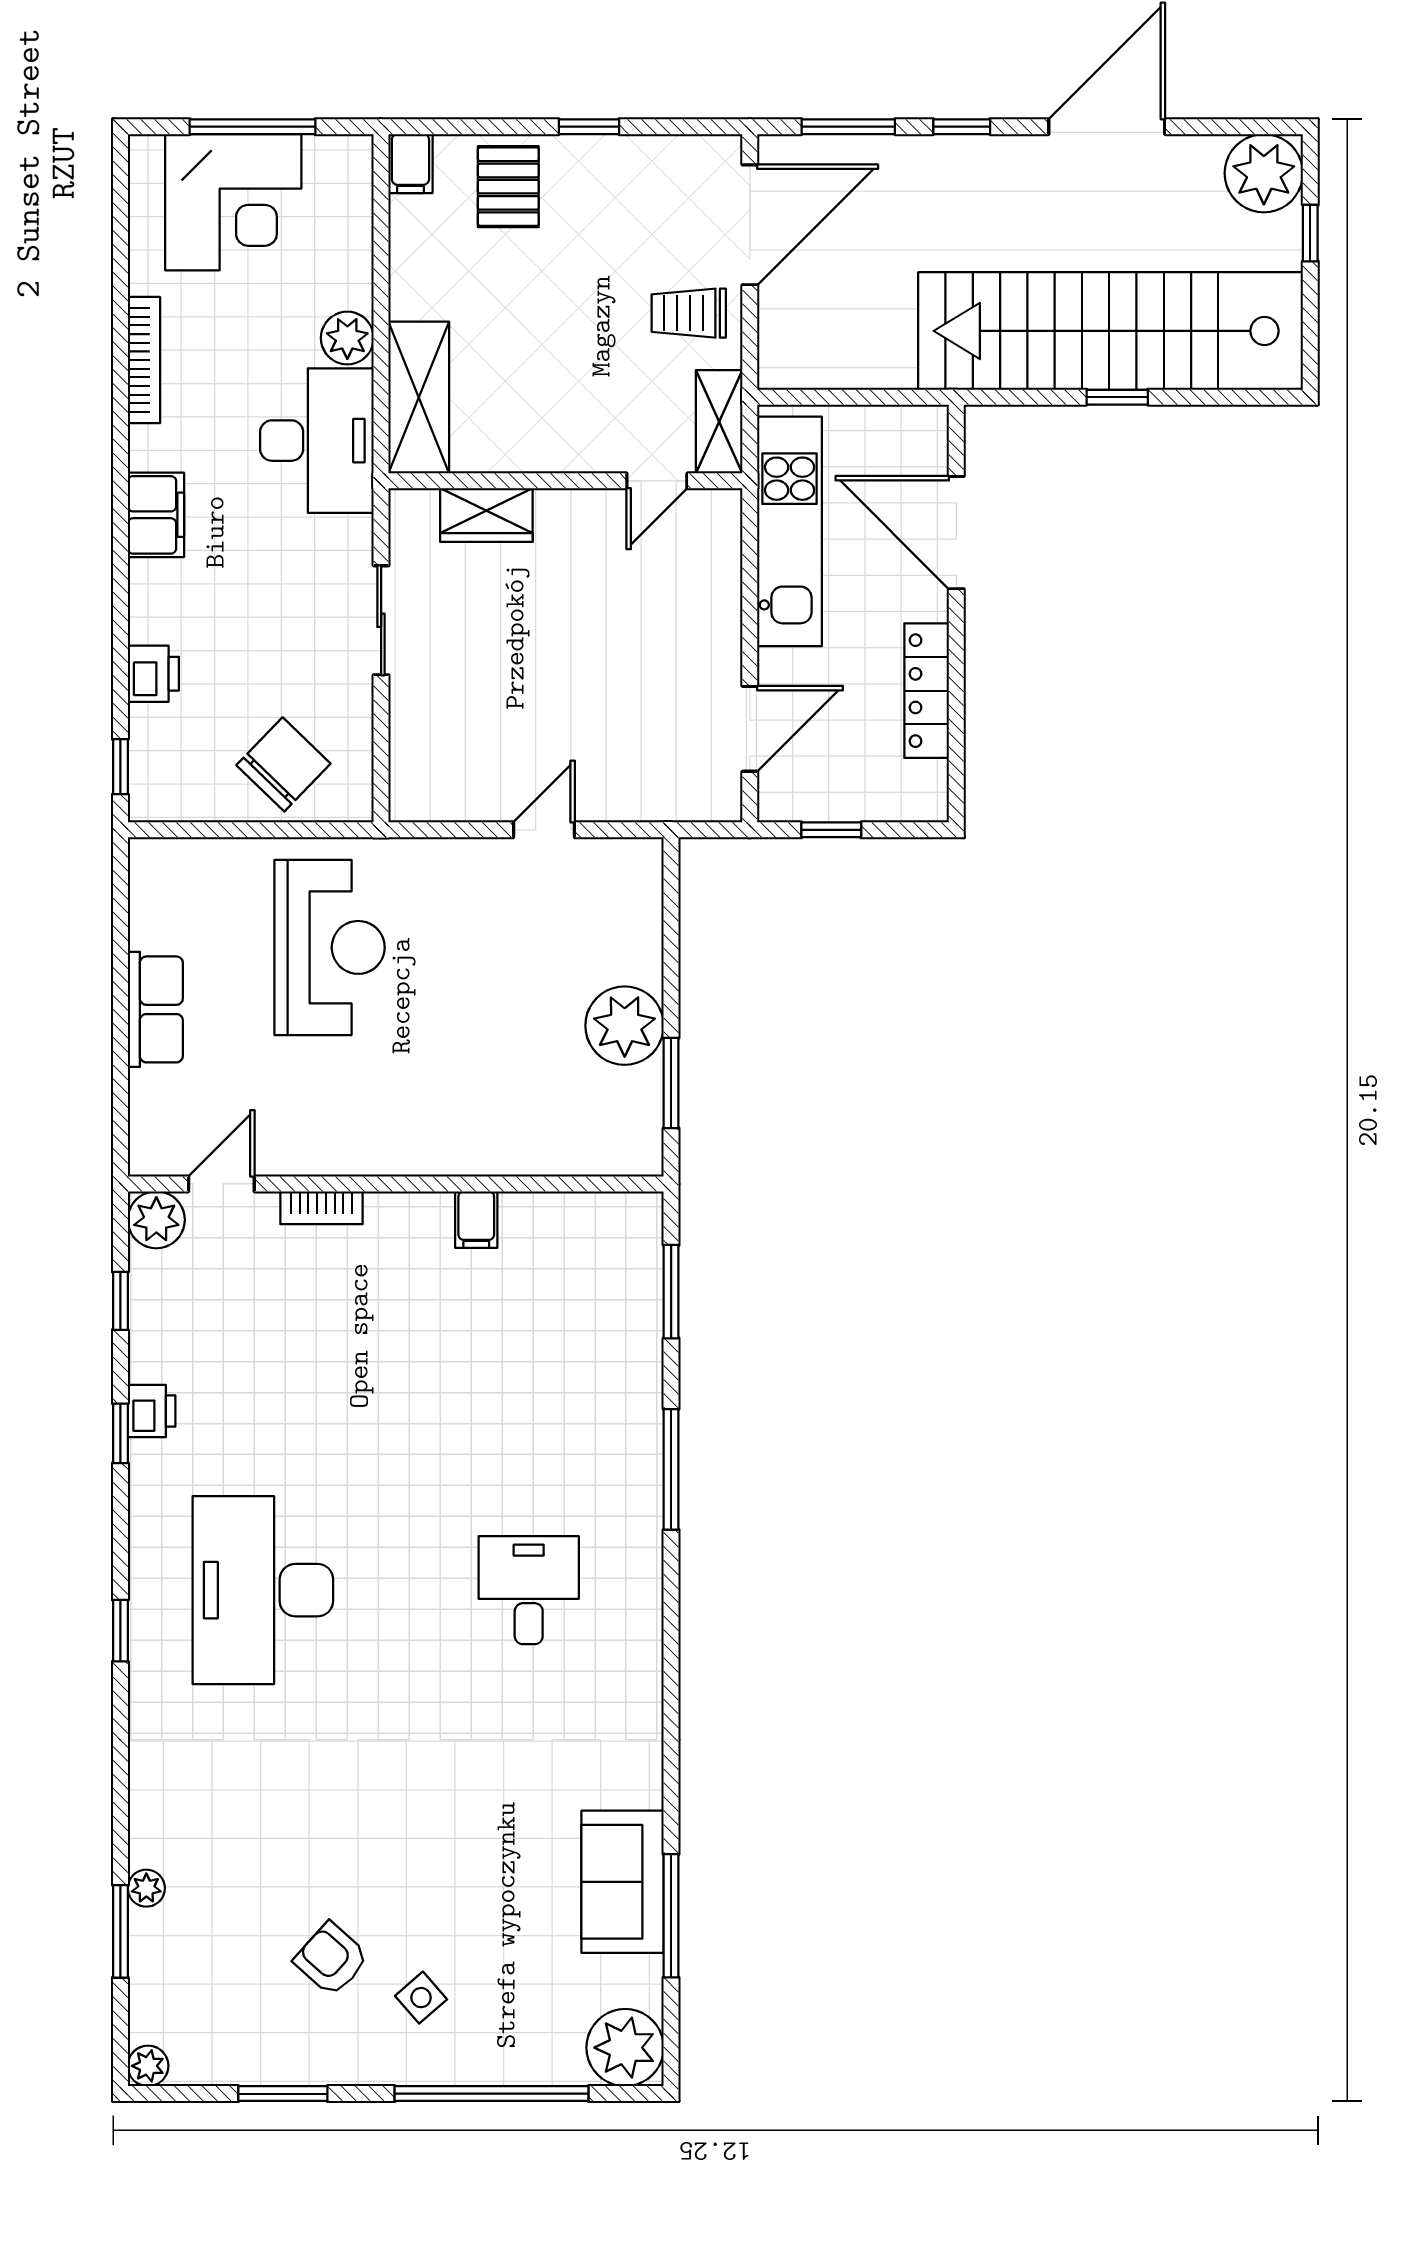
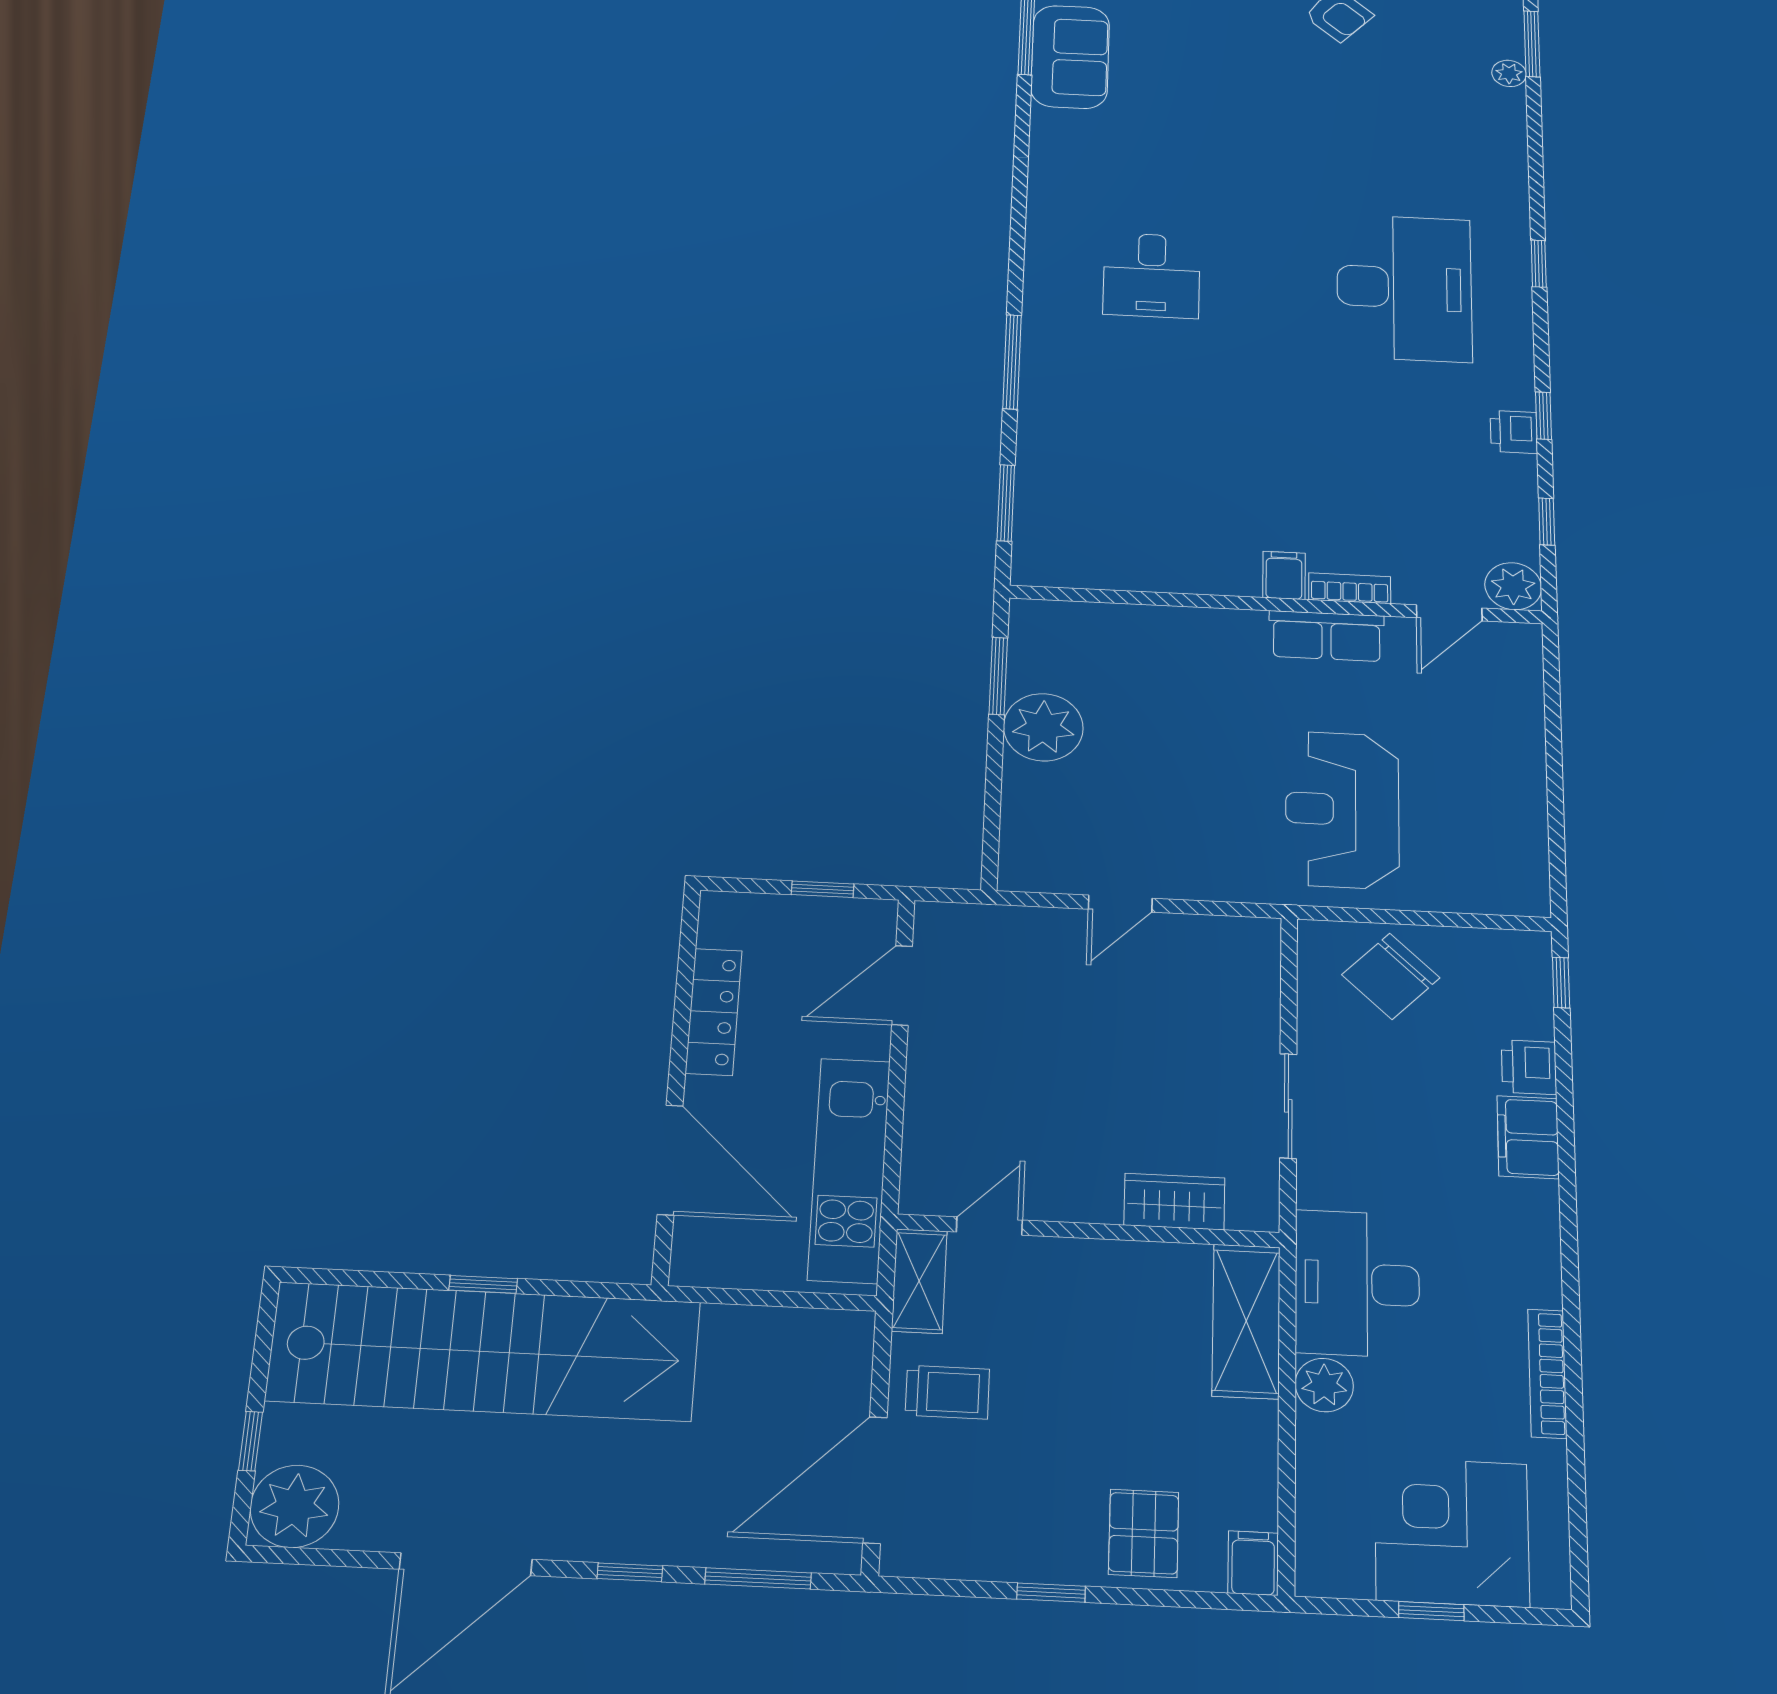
window: (253, 127) -> (1431, 1611), width x0.46
filing cabinet: (156, 515) -> (1528, 1137), moved
row of seats: (155, 1009) -> (1327, 636), moved, turned -90
filing cabinet: (476, 1220) -> (1284, 575), moved

